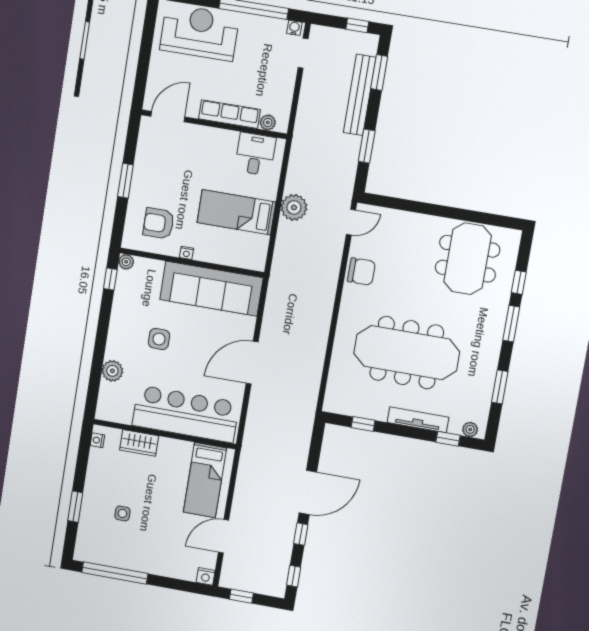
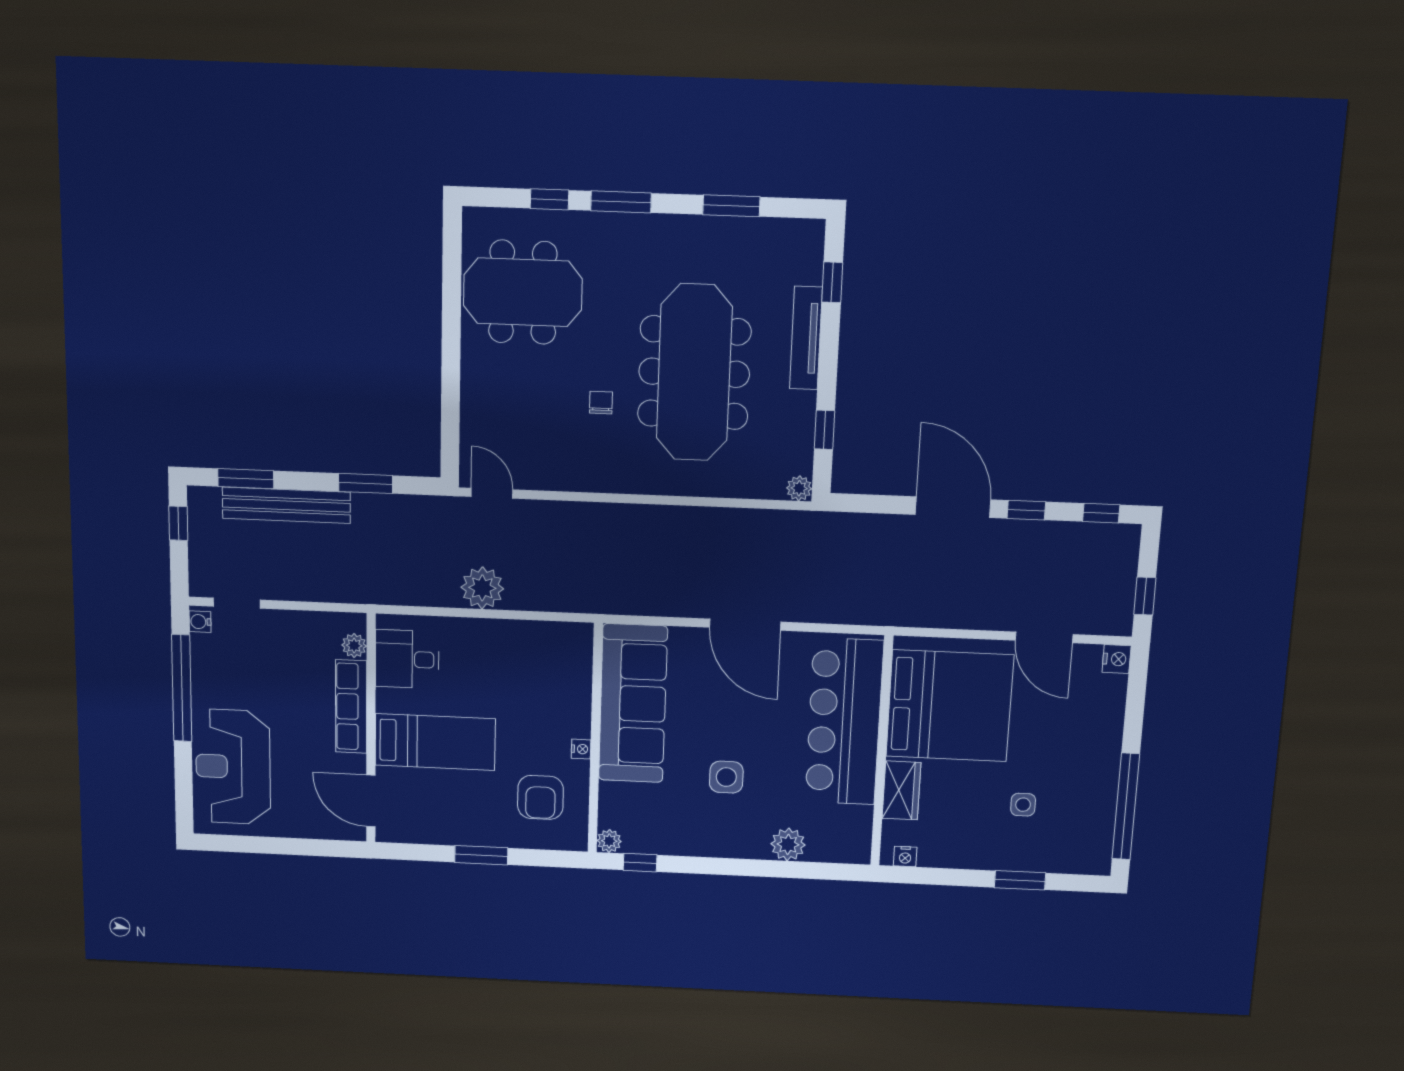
bed: (236, 212) -> (435, 742), moved, turned -90
chair: (361, 272) -> (601, 403), moved, width x0.54, depth x0.54
plant: (470, 429) -> (799, 488), moved
bed: (205, 480) -> (950, 706), width x2.04

